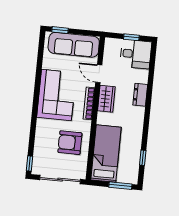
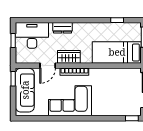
window: (60, 30) -> (13, 79), moved
desk: (136, 54) -> (32, 35), width x1.37
armchair: (70, 143) -> (110, 85), removed

